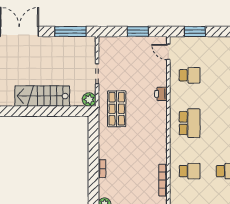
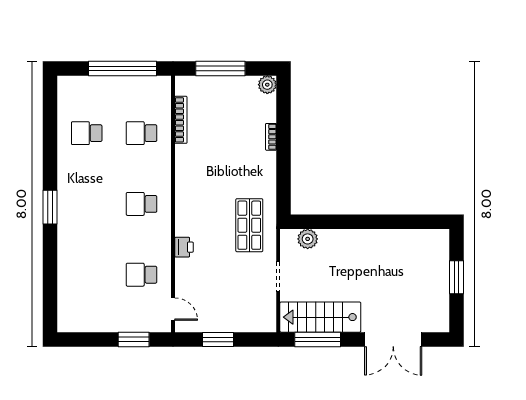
stairs: (42, 96) -> (320, 317), moved, turned 180
plant: (89, 100) -> (308, 239), moved
school desk: (190, 123) -> (142, 204), width x0.54

